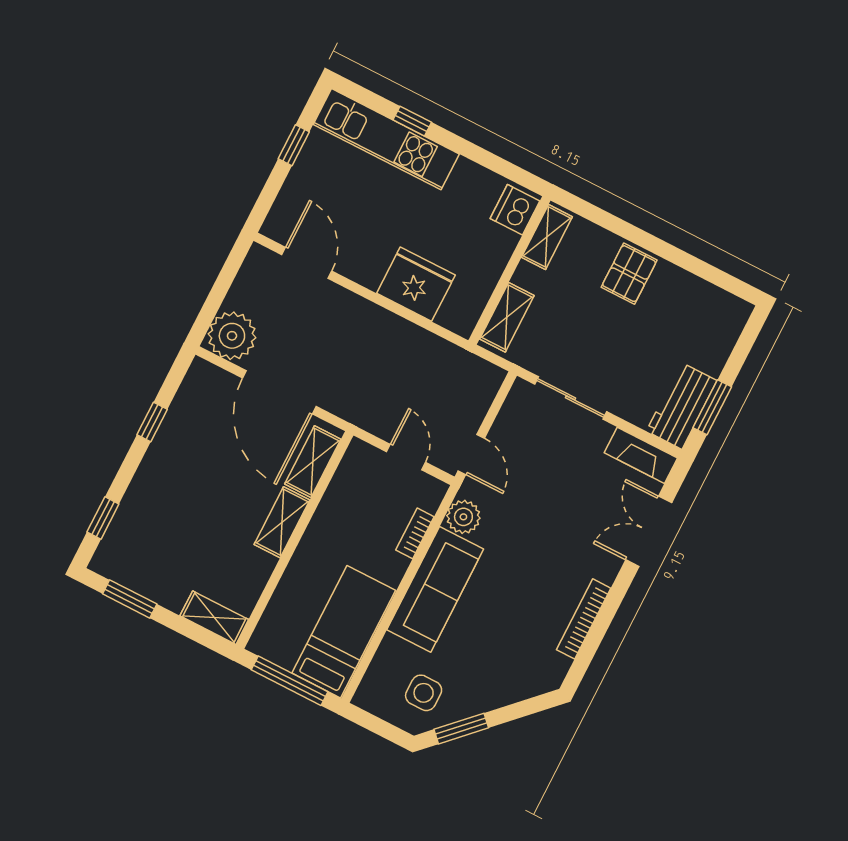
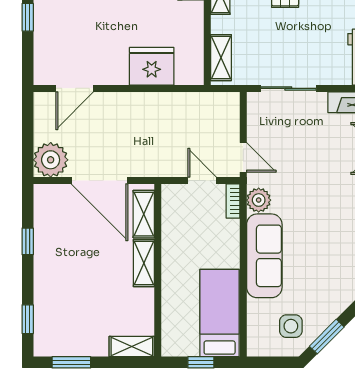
door: (307, 263) -> (75, 88), swing flipped
bookcase: (415, 533) -> (233, 201), moved
window: (290, 681) -> (201, 362), width x0.46

